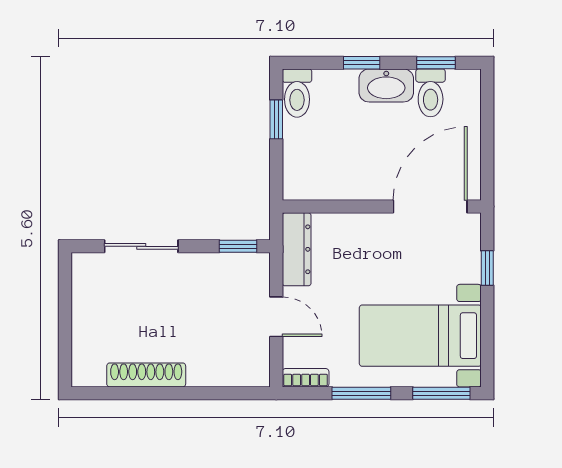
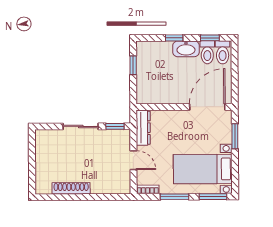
toilet: (297, 93) -> (223, 52), moved
sliding door: (141, 246) -> (81, 126), moved
window: (487, 268) -> (235, 136), width x1.50

